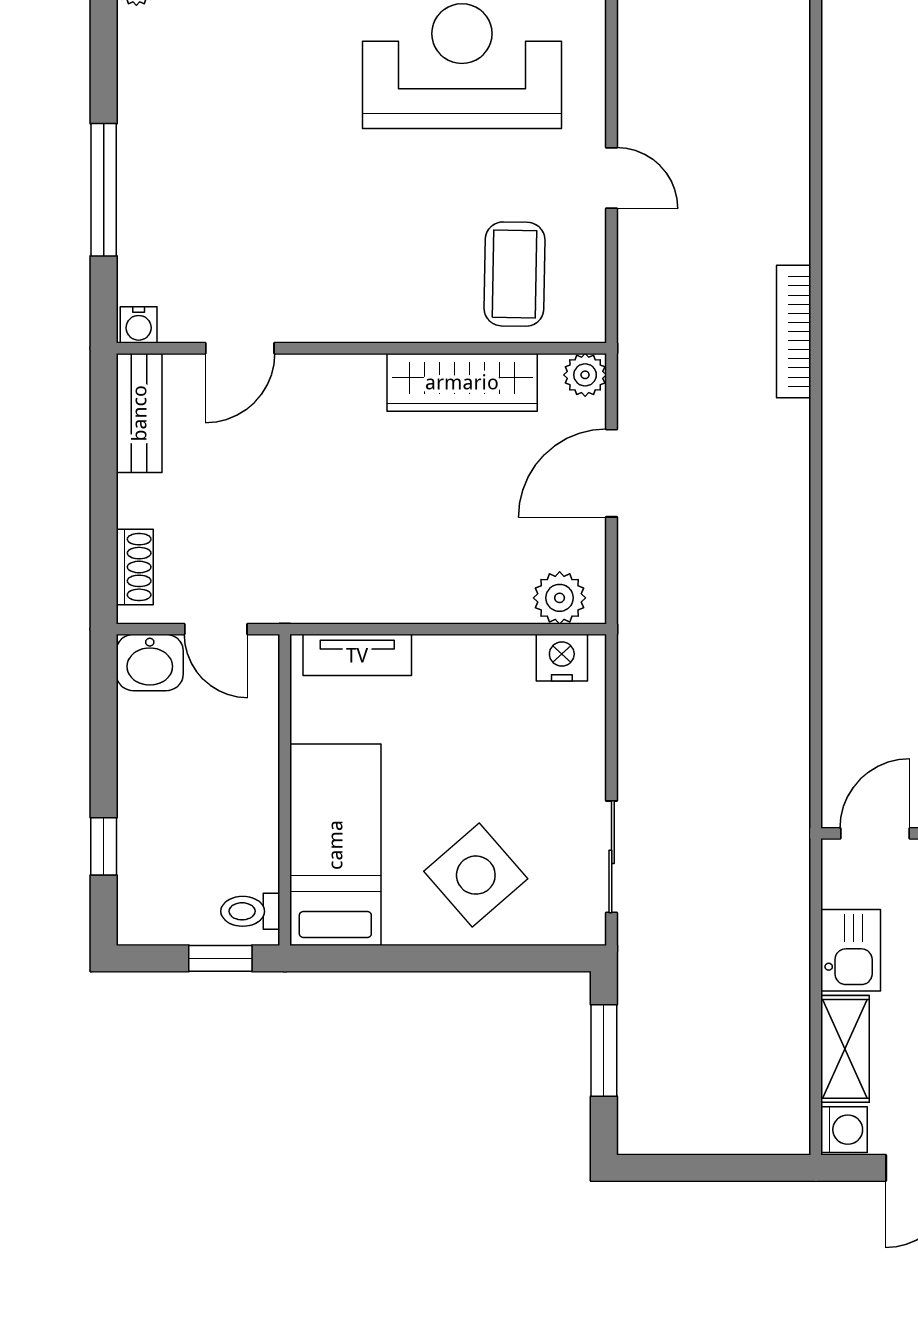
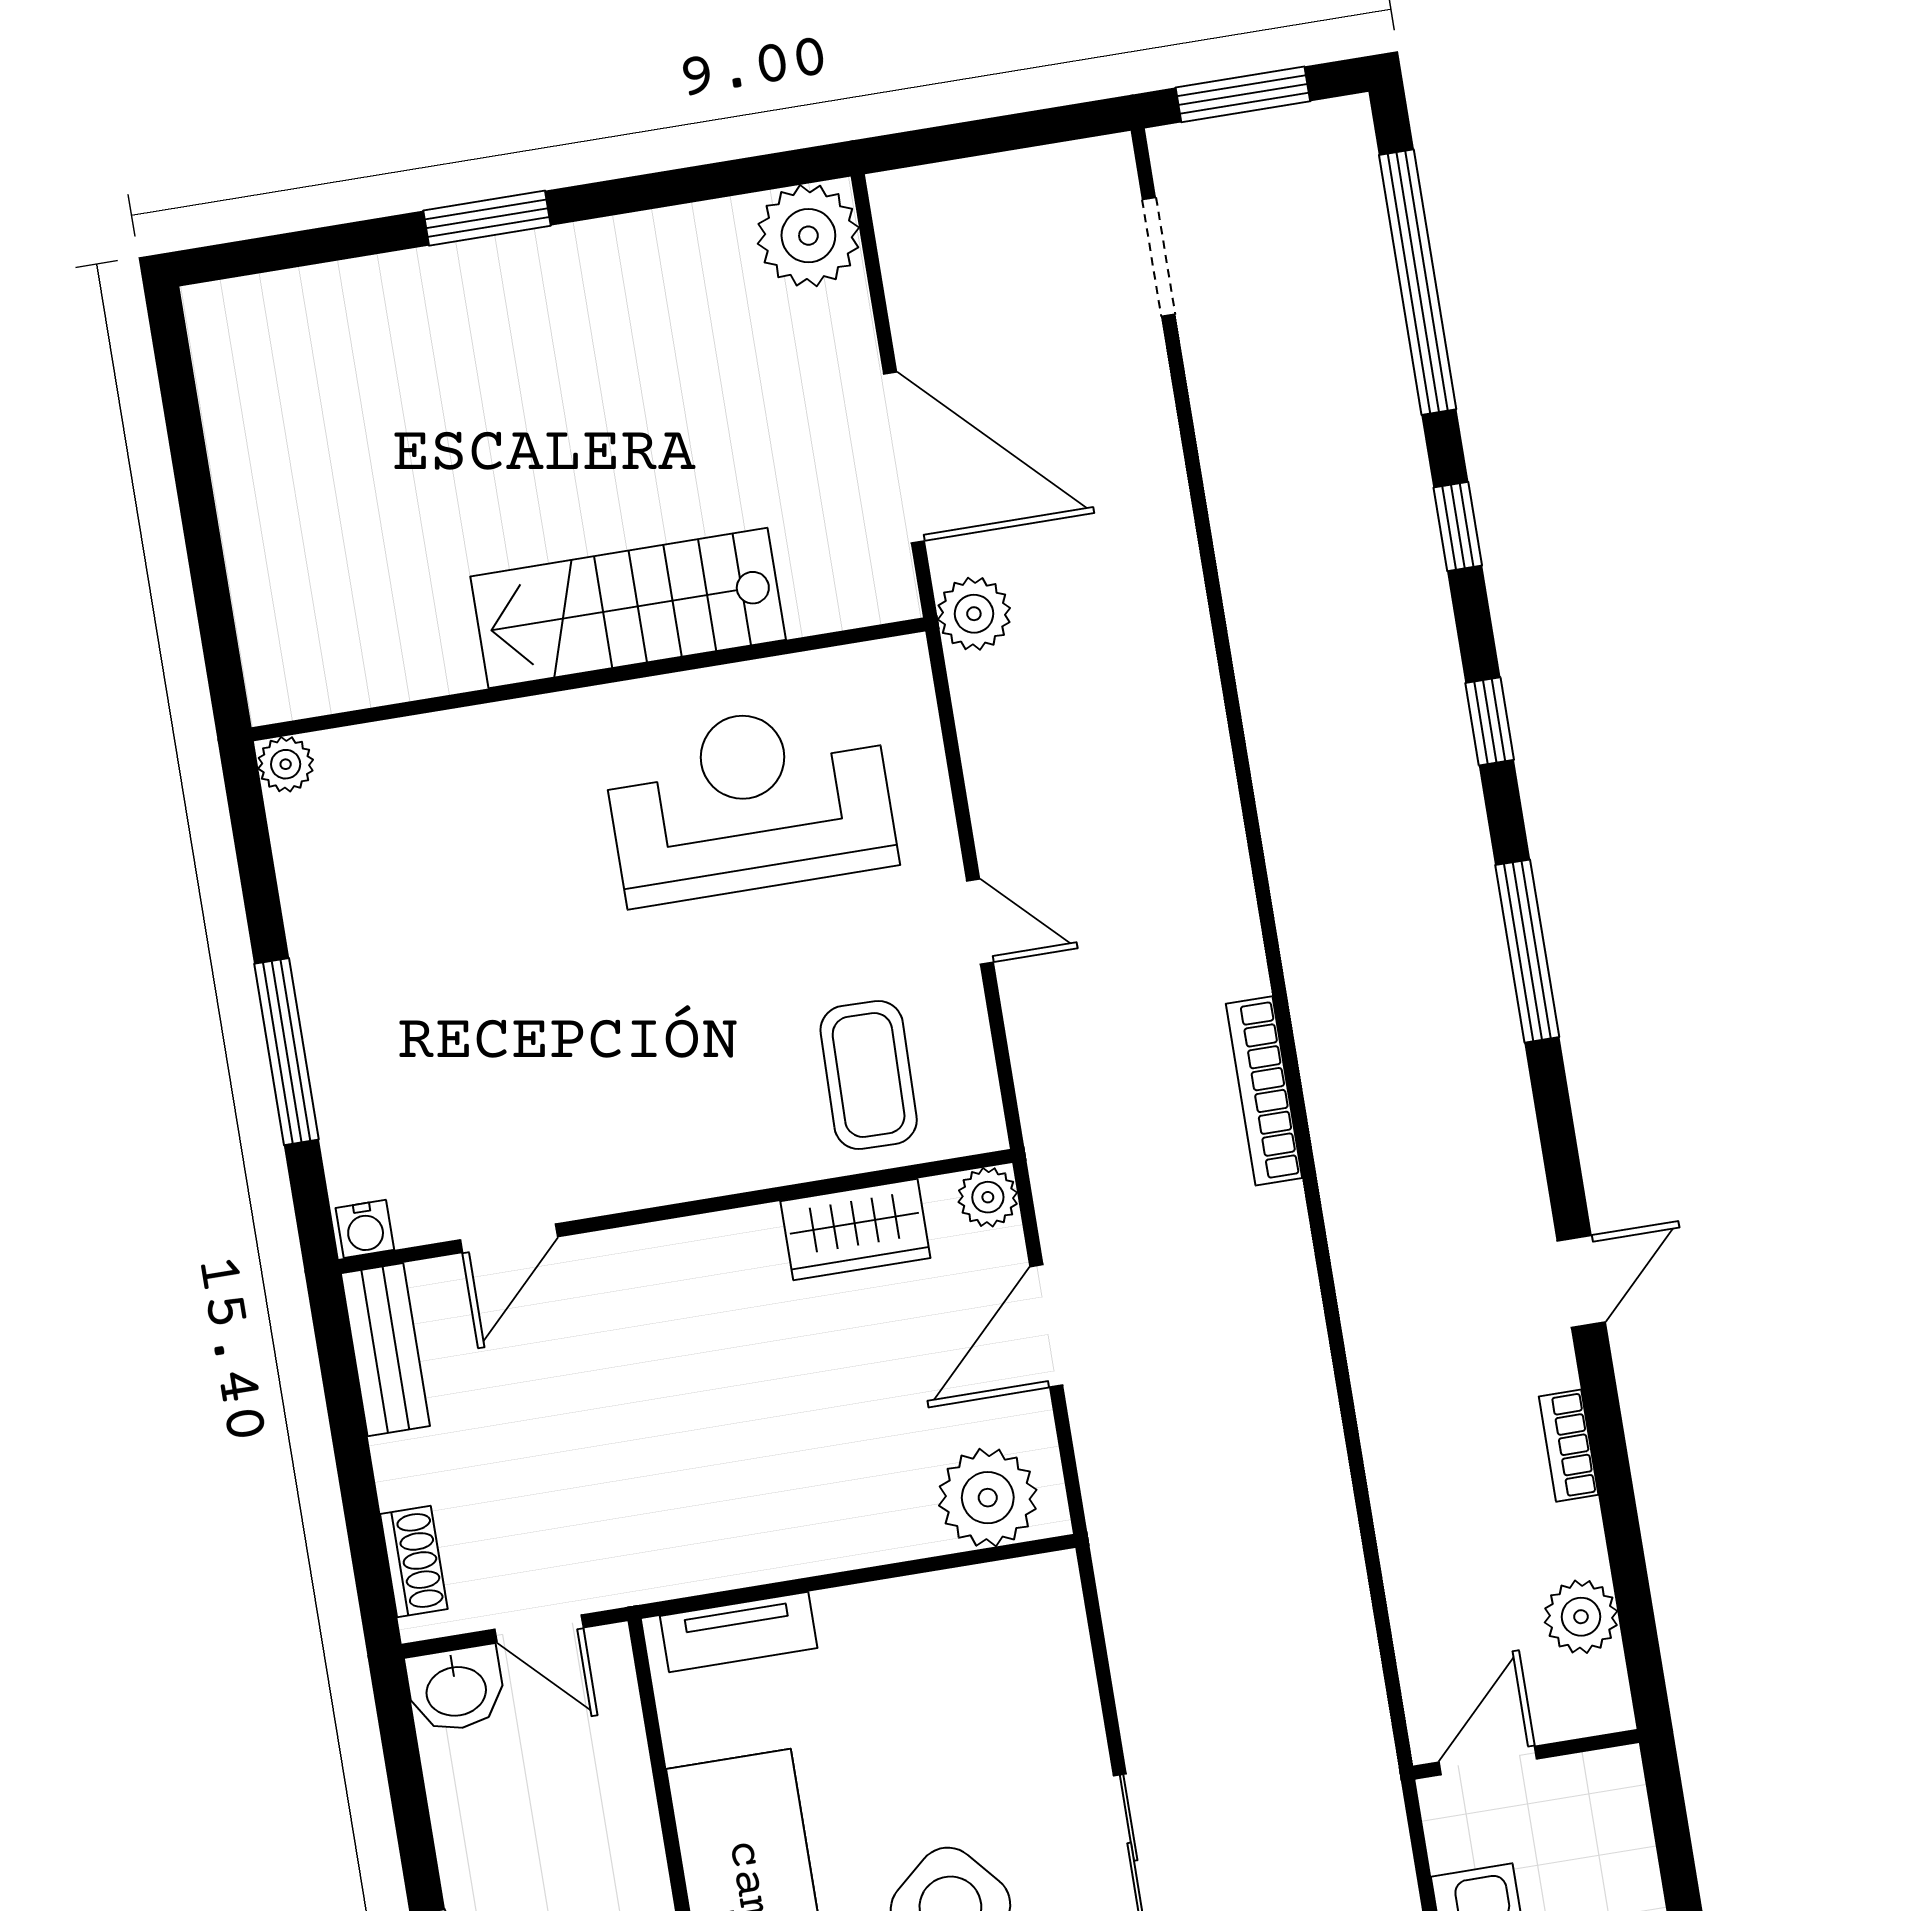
wardrobe: (462, 382) -> (855, 1230), width x0.67
plant: (560, 598) -> (988, 1498), width x1.36, depth x1.36
nightstand: (562, 658) -> (1019, 1590), removed

